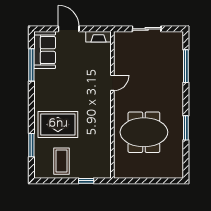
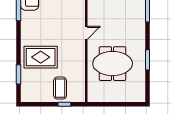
door: (112, 83) -> (86, 33), moved
coffee table: (61, 161) -> (60, 88), moved

